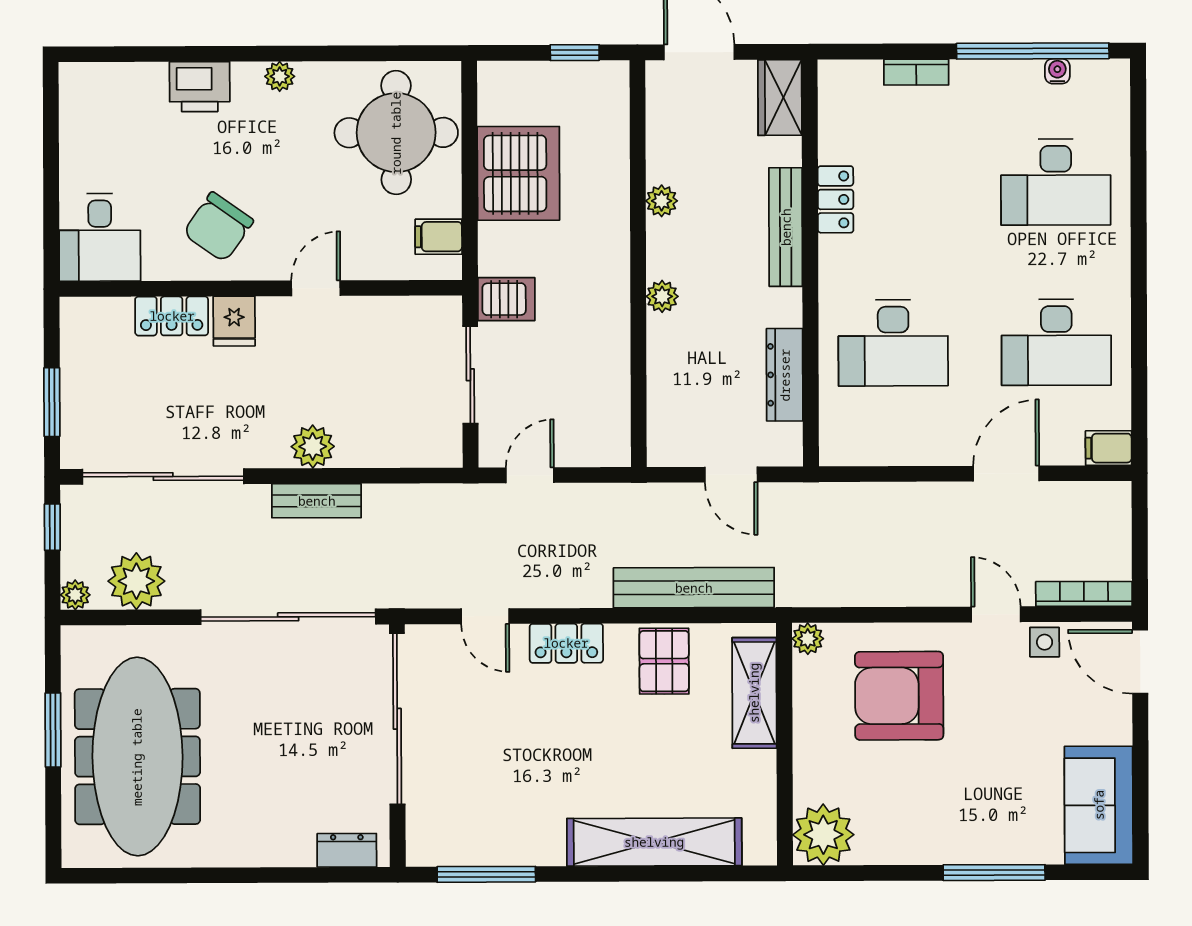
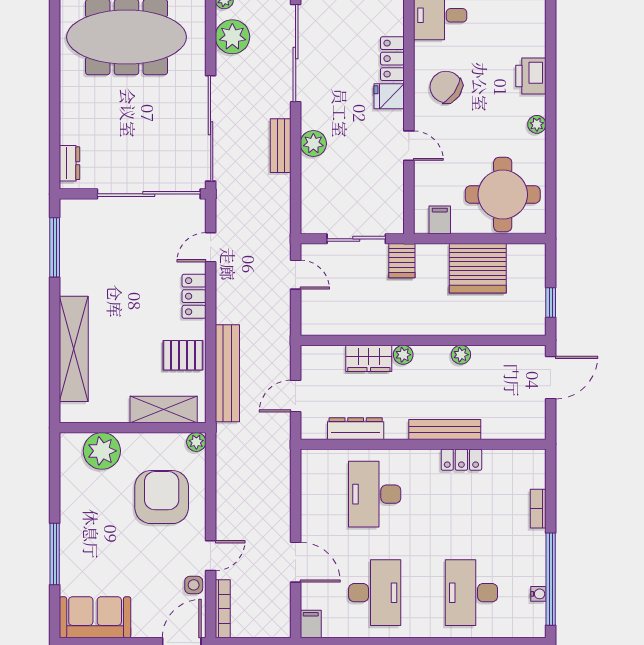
wardrobe: (780, 98) -> (369, 358), moved, turned 180
desk: (1056, 342) -> (375, 593), turned 180
plant: (823, 835) -> (102, 451), moved

